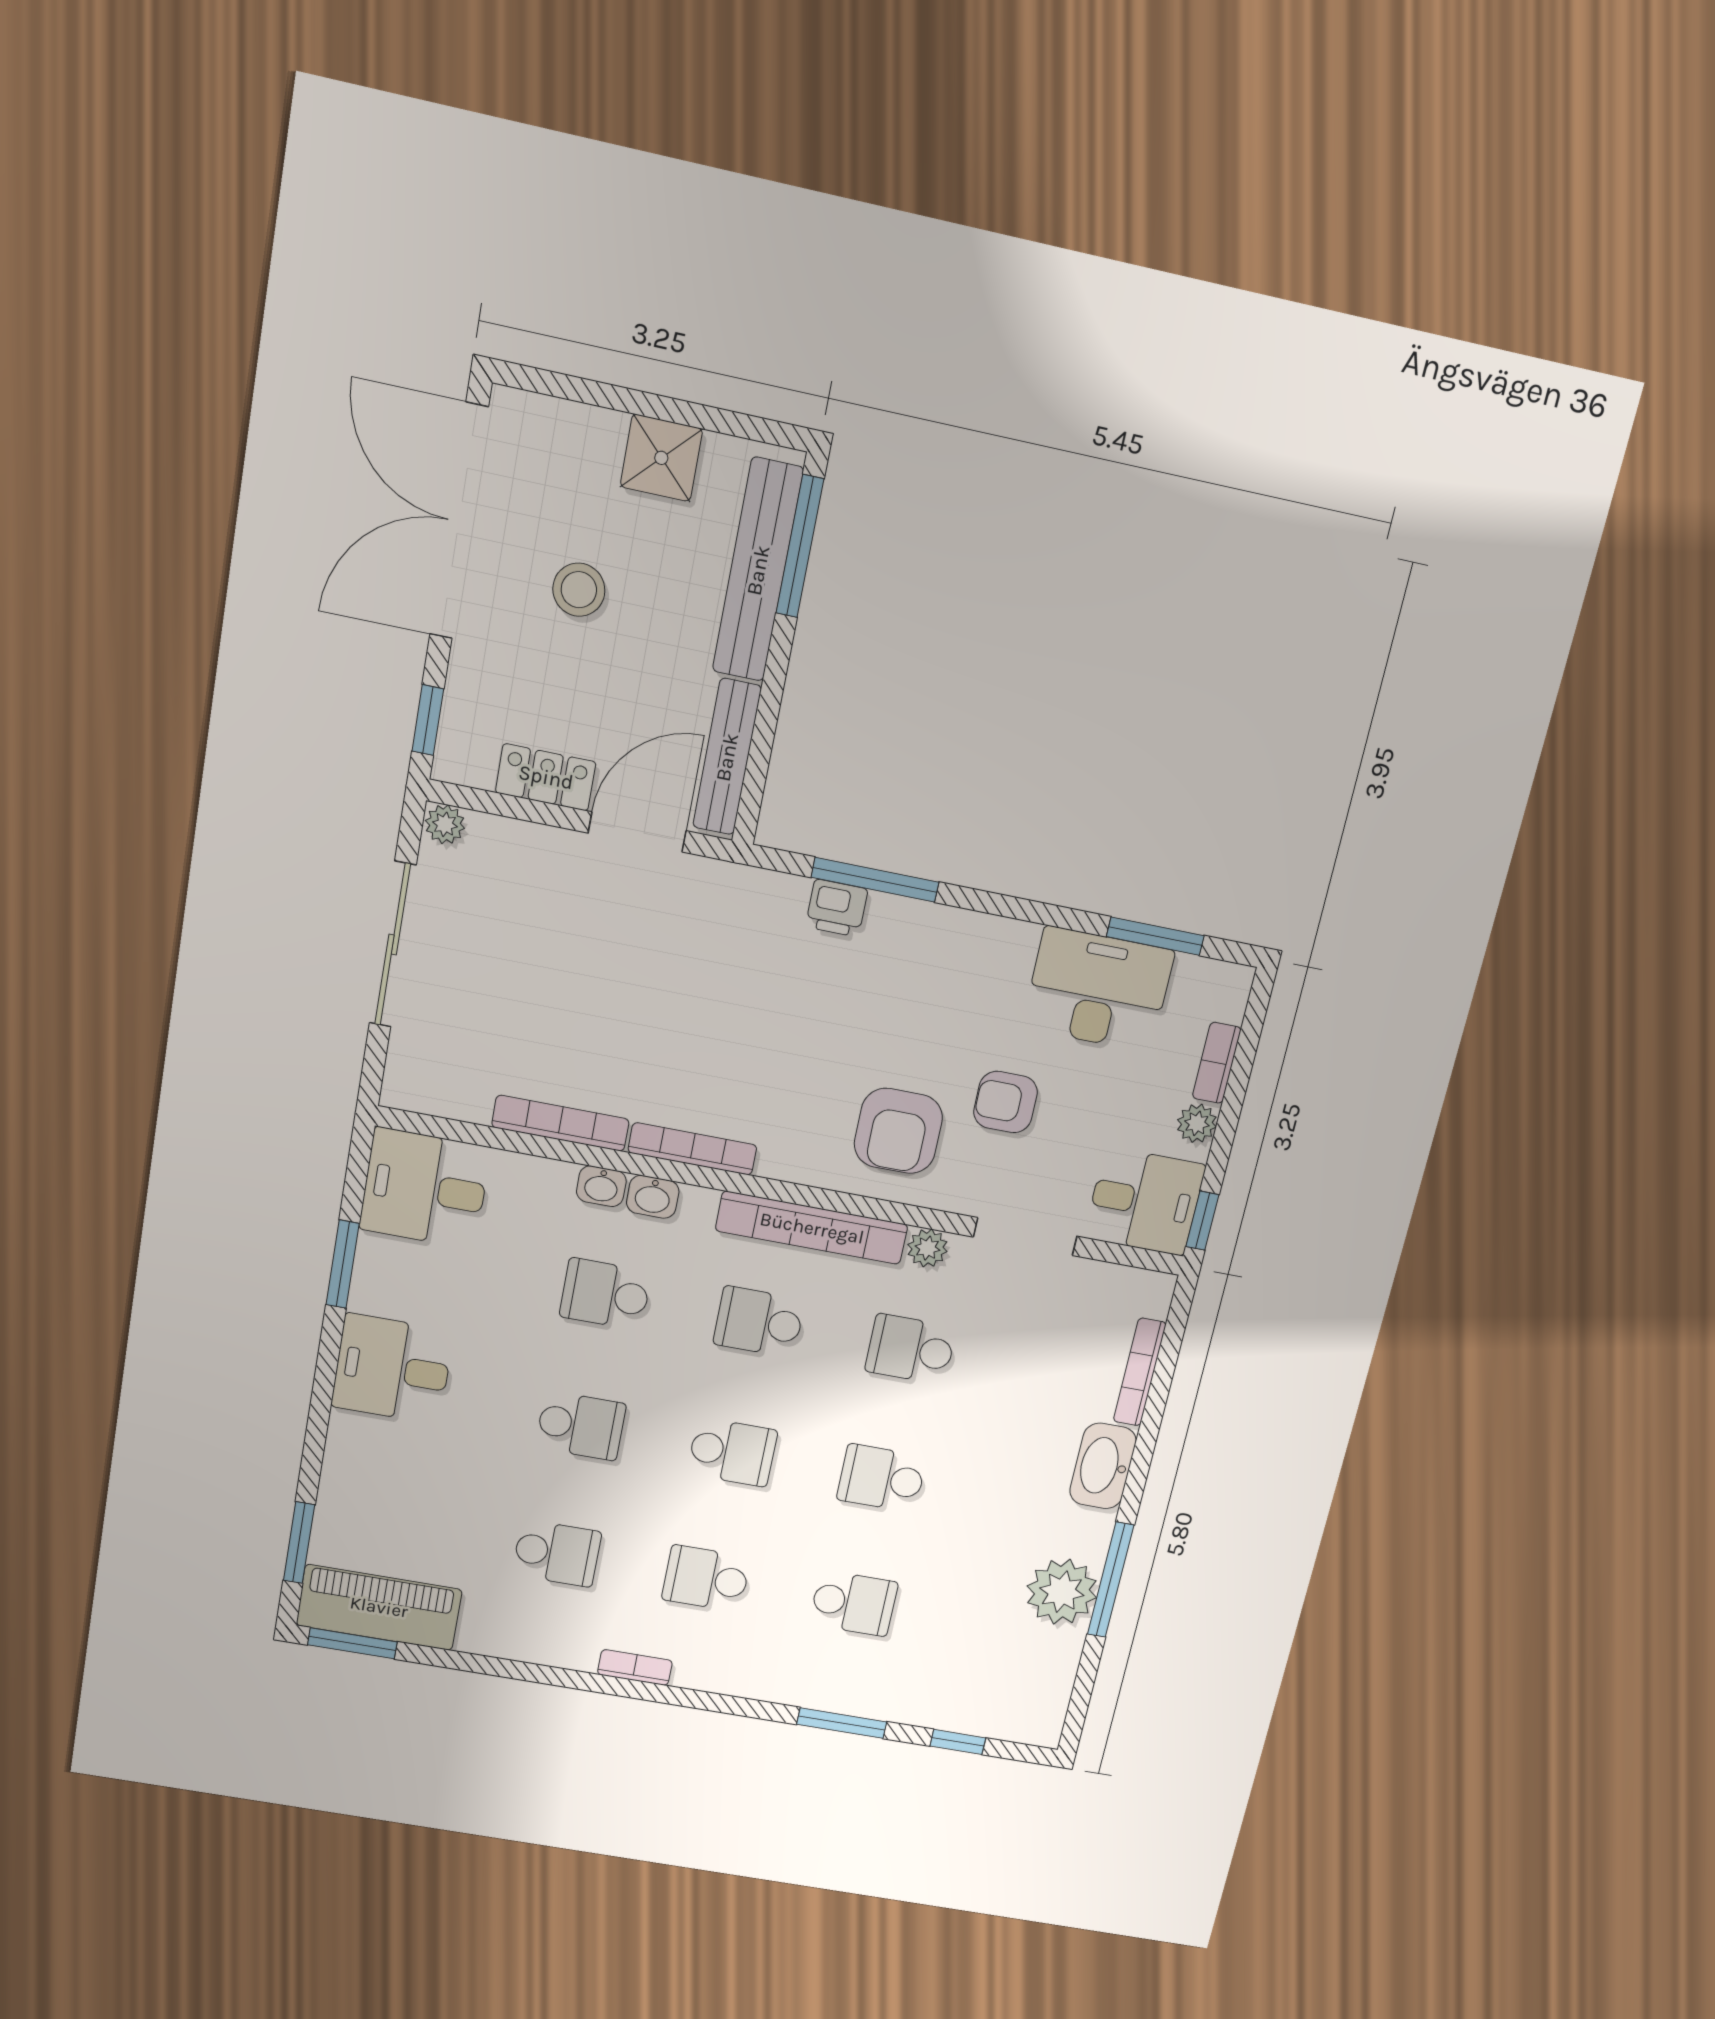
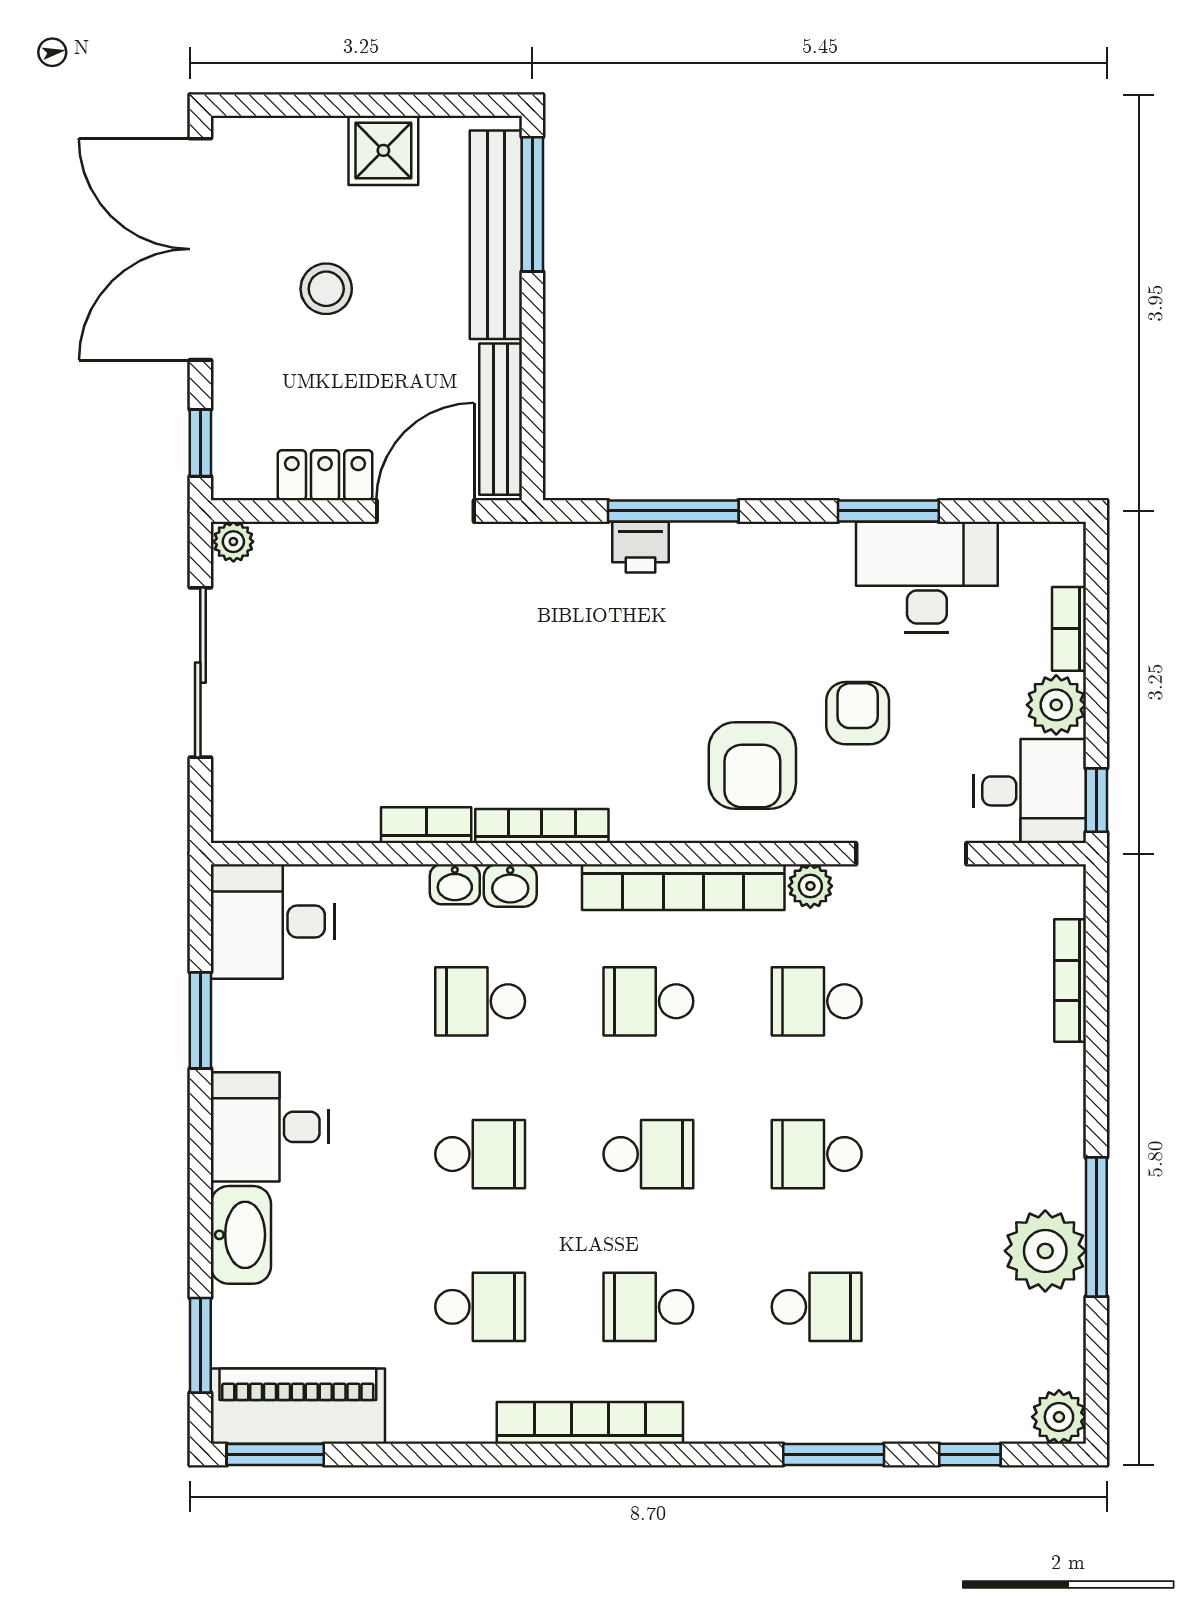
window: (1155, 936) -> (888, 511), moved
armchair: (1005, 1102) -> (858, 713), turned 90
bookcase: (560, 1123) -> (426, 825), width x0.64
plant: (1197, 1123) -> (1056, 705), width x1.38, depth x1.38
washbasin: (1103, 1466) -> (241, 1235), moved, turned 180
bookcase: (635, 1667) -> (590, 1423), width x2.31, depth x1.31
plant: (1041, 1725) -> (1059, 1417), added

